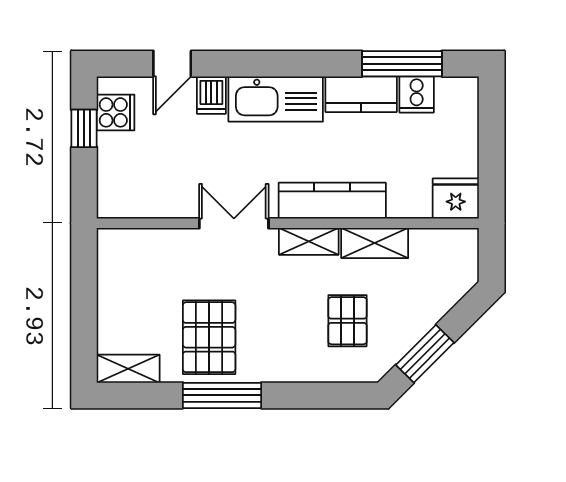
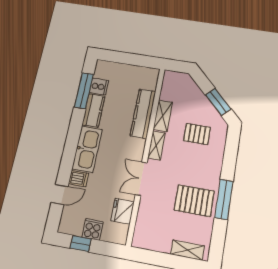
door: (172, 64) -> (60, 194), hinge flipped
cooker: (116, 112) -> (93, 229), moved
fridge: (456, 198) -> (123, 211), moved
kitchen counter: (332, 201) -> (143, 114), moved
shelving: (128, 369) -> (187, 250), moved, turned 90

